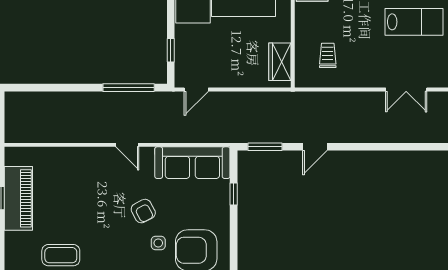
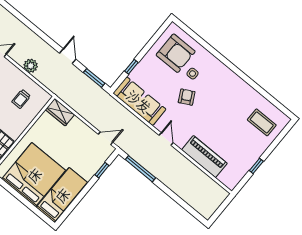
wardrobe: (280, 62) -> (60, 112), moved, turned 90
plant: (348, 102) -> (31, 66), added
door: (315, 147) -> (68, 56), hinge flipped
piano: (18, 198) -> (204, 157), moved, turned 90
coffee table: (61, 255) -> (262, 122), moved

